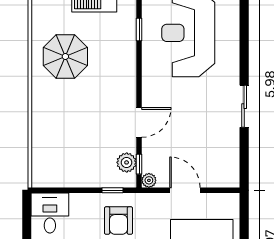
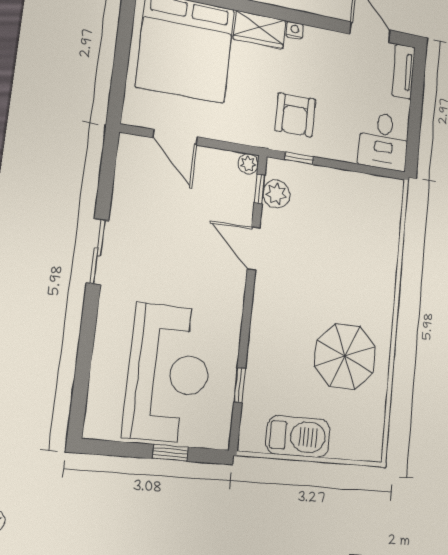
door: (139, 122) -> (253, 249), hinge flipped
door: (185, 190) -> (175, 137), moved
armchair: (119, 221) -> (295, 115), turned 180

